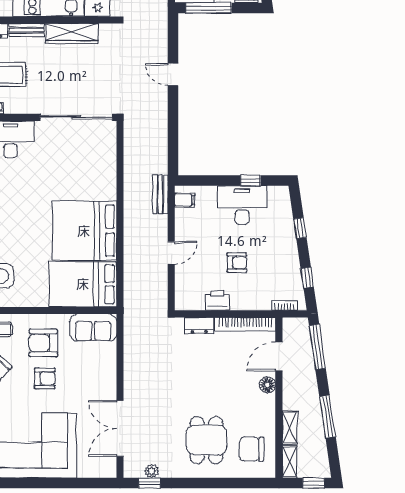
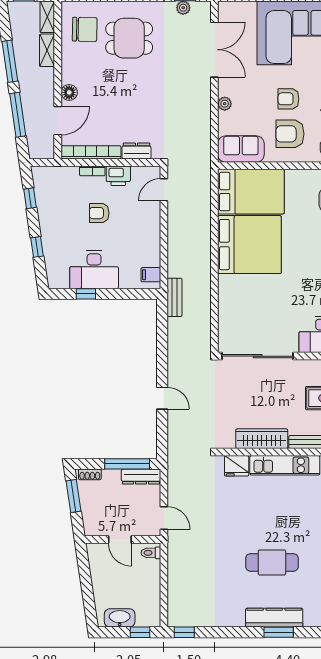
bench: (160, 194) -> (175, 297), moved
door: (171, 253) -> (164, 190), moved
bookcase: (285, 305) -> (92, 171), moved
armchair: (43, 343) -> (290, 134), turned 180
window: (317, 347) -> (18, 115), moved
plant: (110, 374) -> (225, 104), added
dining table: (206, 440) -> (129, 38), turned 90

